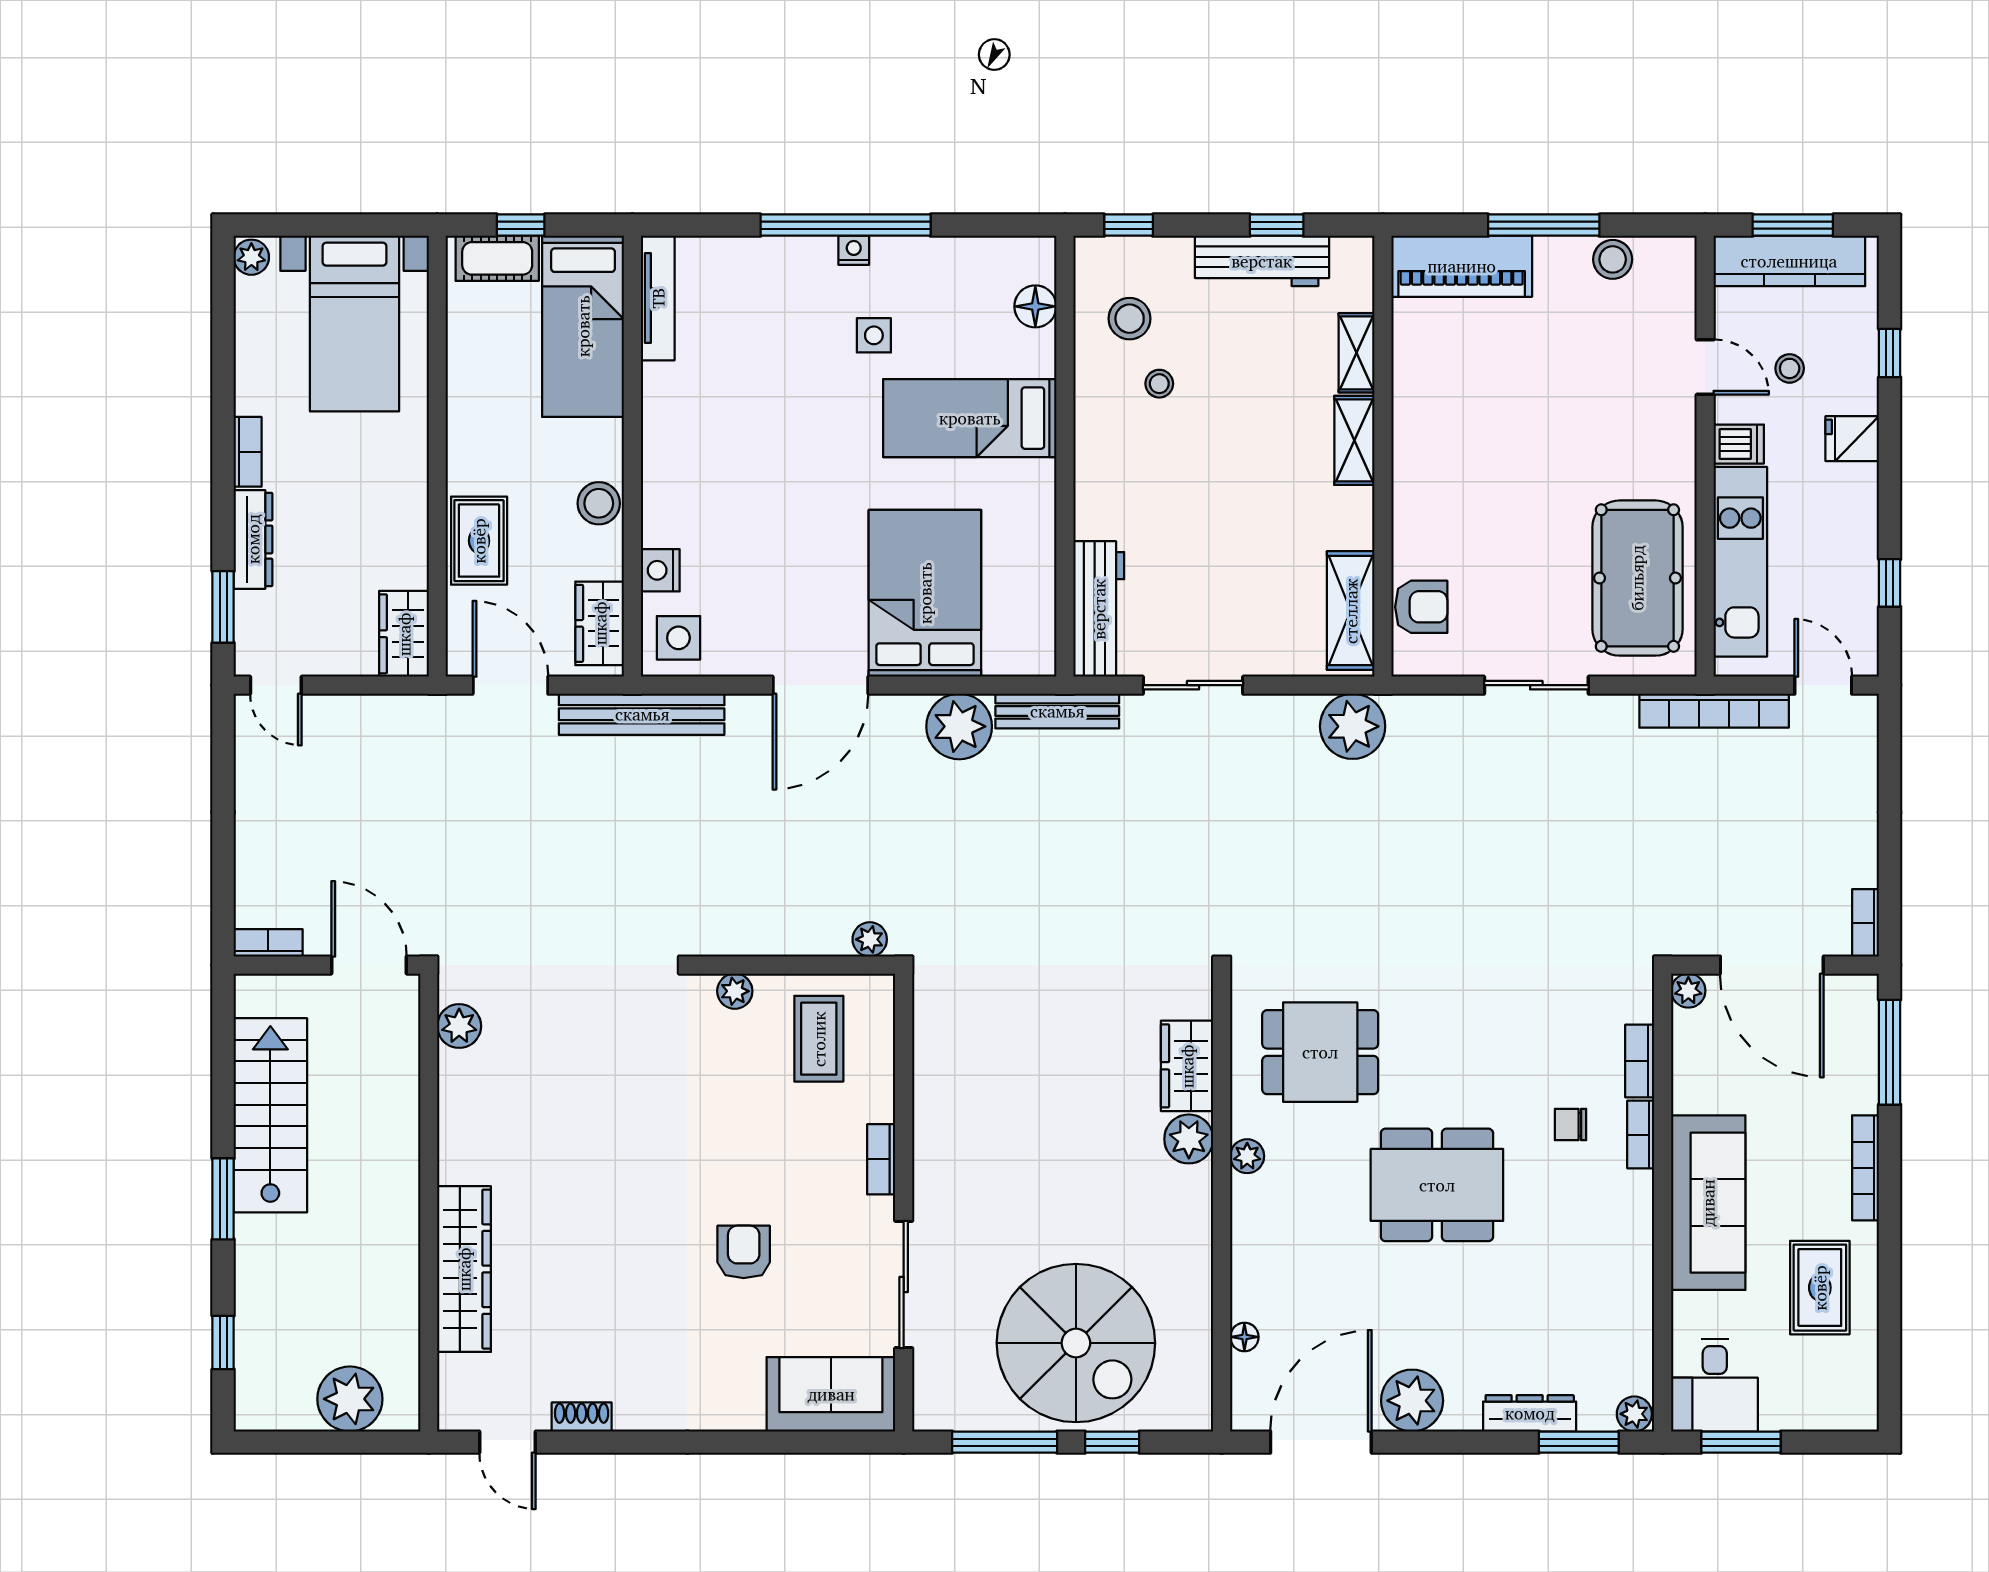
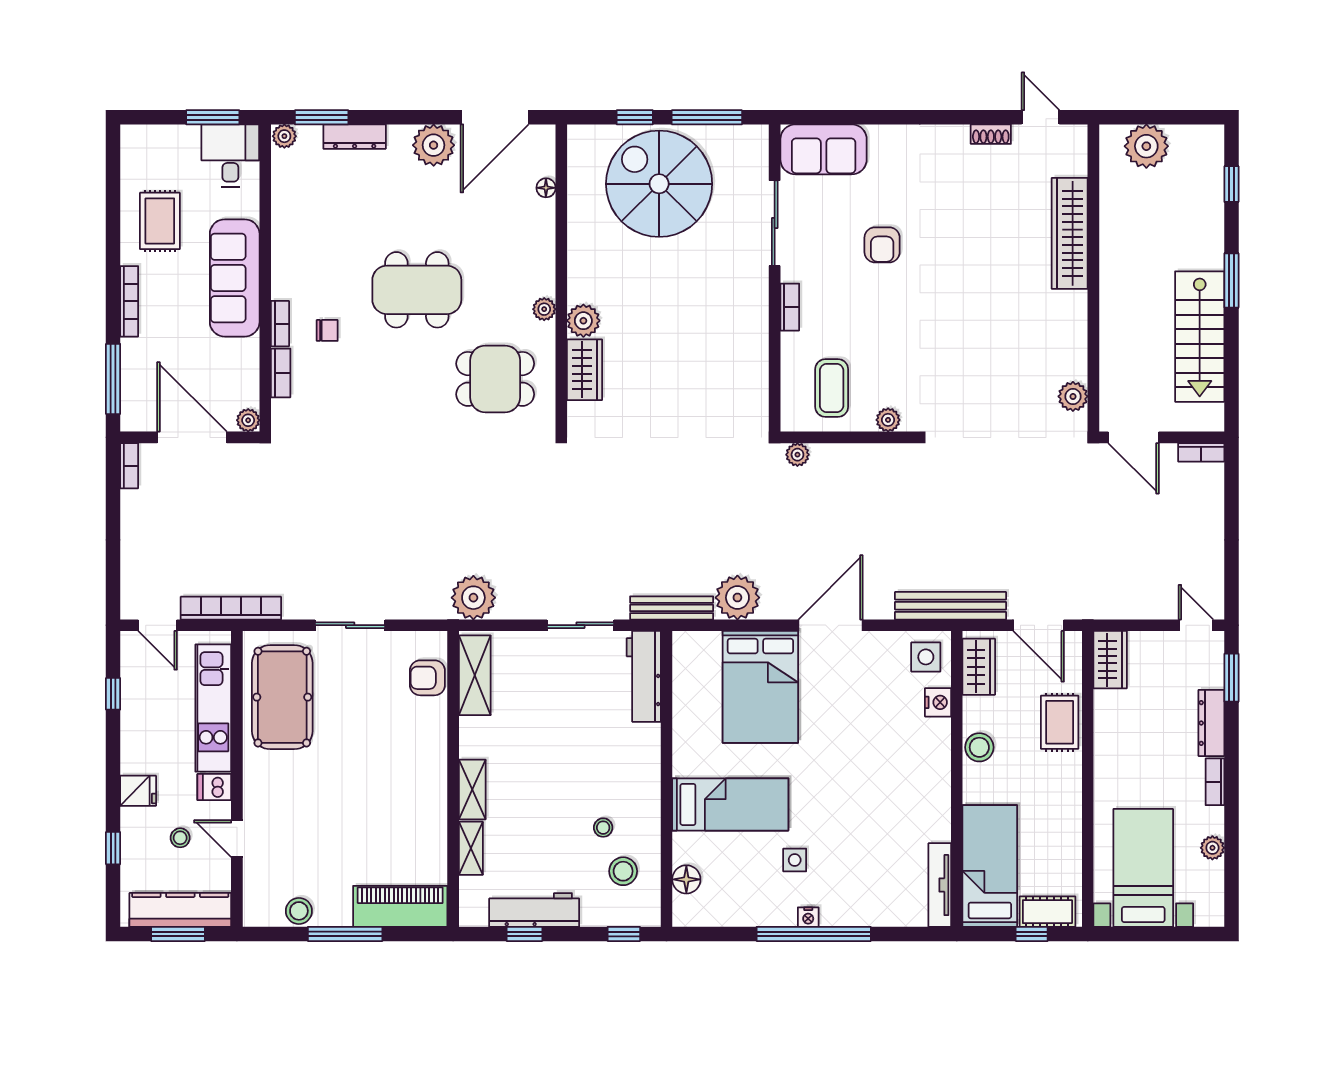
plant: (251, 257) -> (1212, 848), moved

